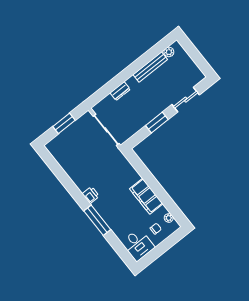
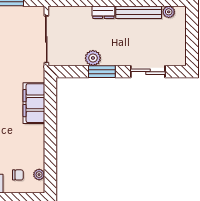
dresser: (120, 91) -> (103, 12), moved
plant: (144, 118) -> (93, 58), added
filing cabinet: (146, 196) -> (34, 103), moved

